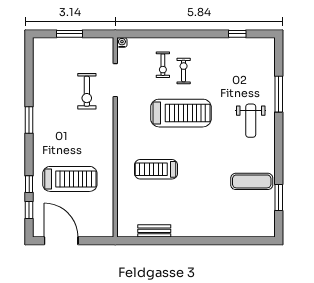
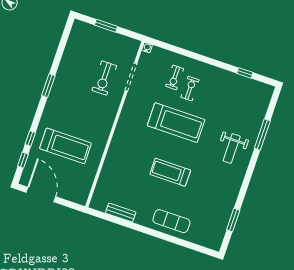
treadmill: (156, 169) -> (170, 172), moved
exercise mat: (252, 181) -> (171, 221), moved

